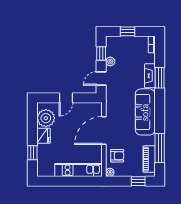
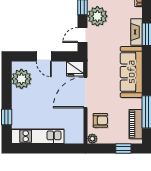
plant: (110, 62) -> (97, 16), width x1.88, depth x1.88
door: (66, 98) -> (44, 56), hinge flipped
fridge: (43, 136) -> (75, 69), moved, turned 90
kitchen unit: (78, 170) -> (38, 136), moved

